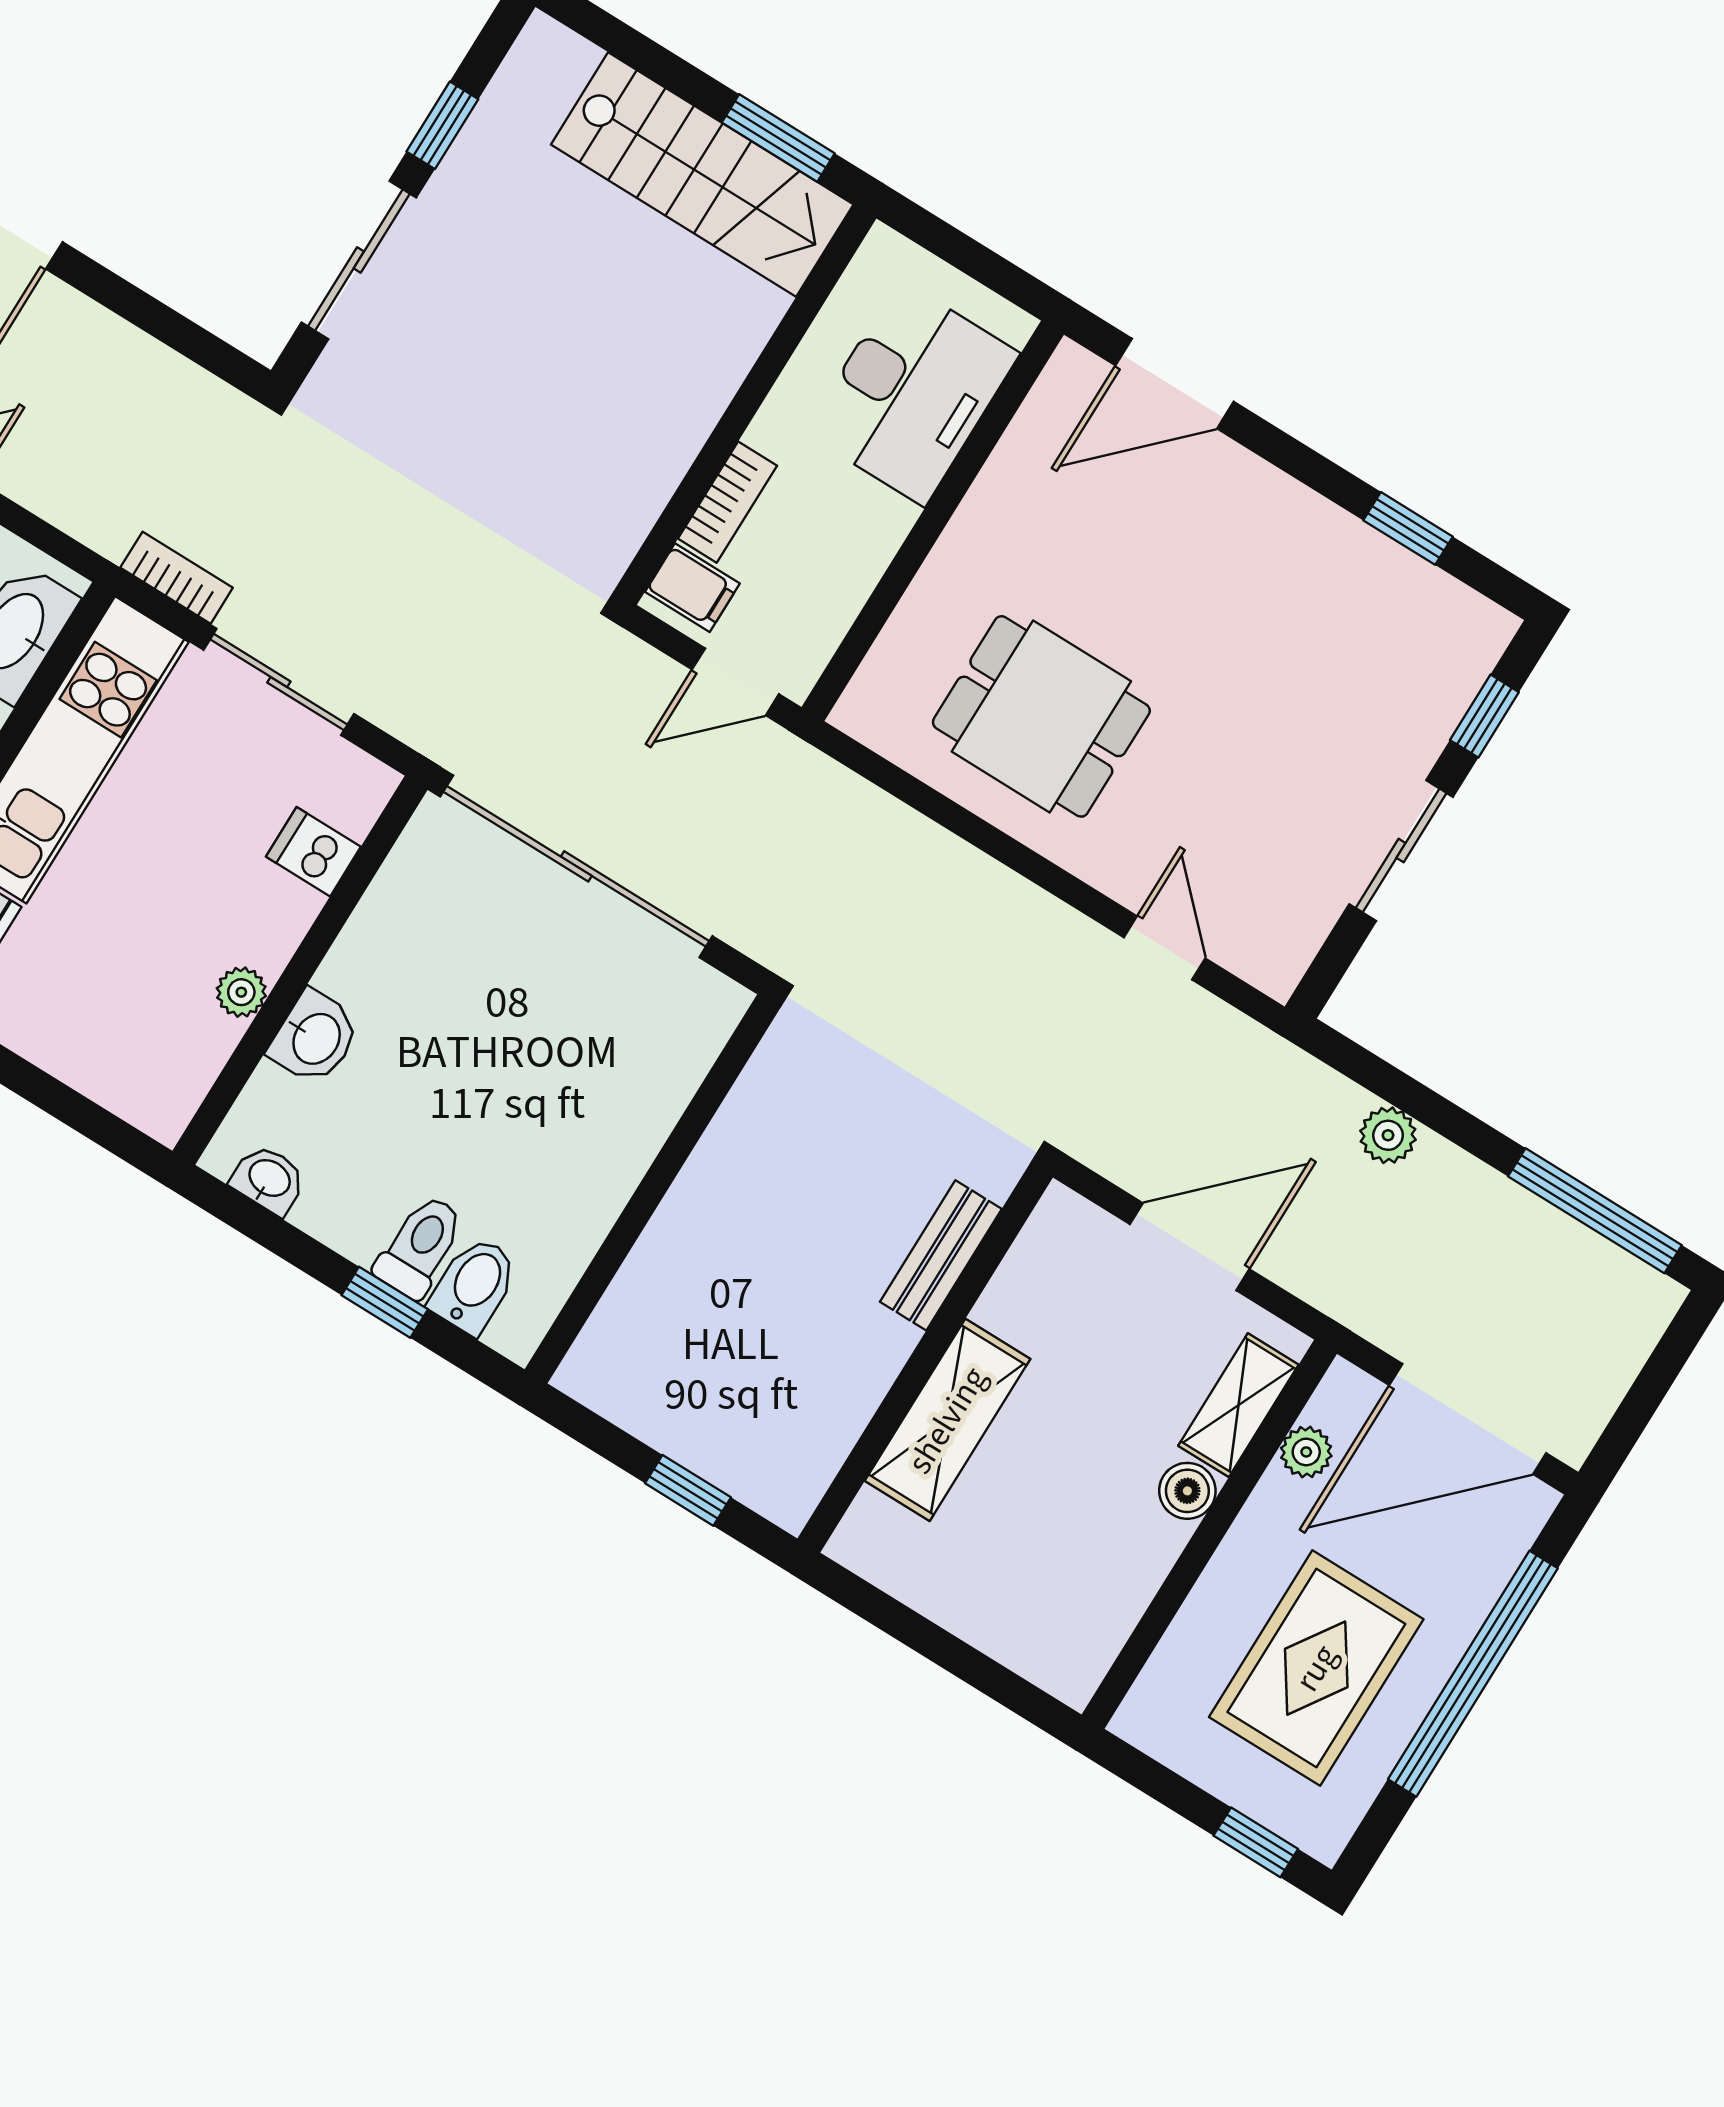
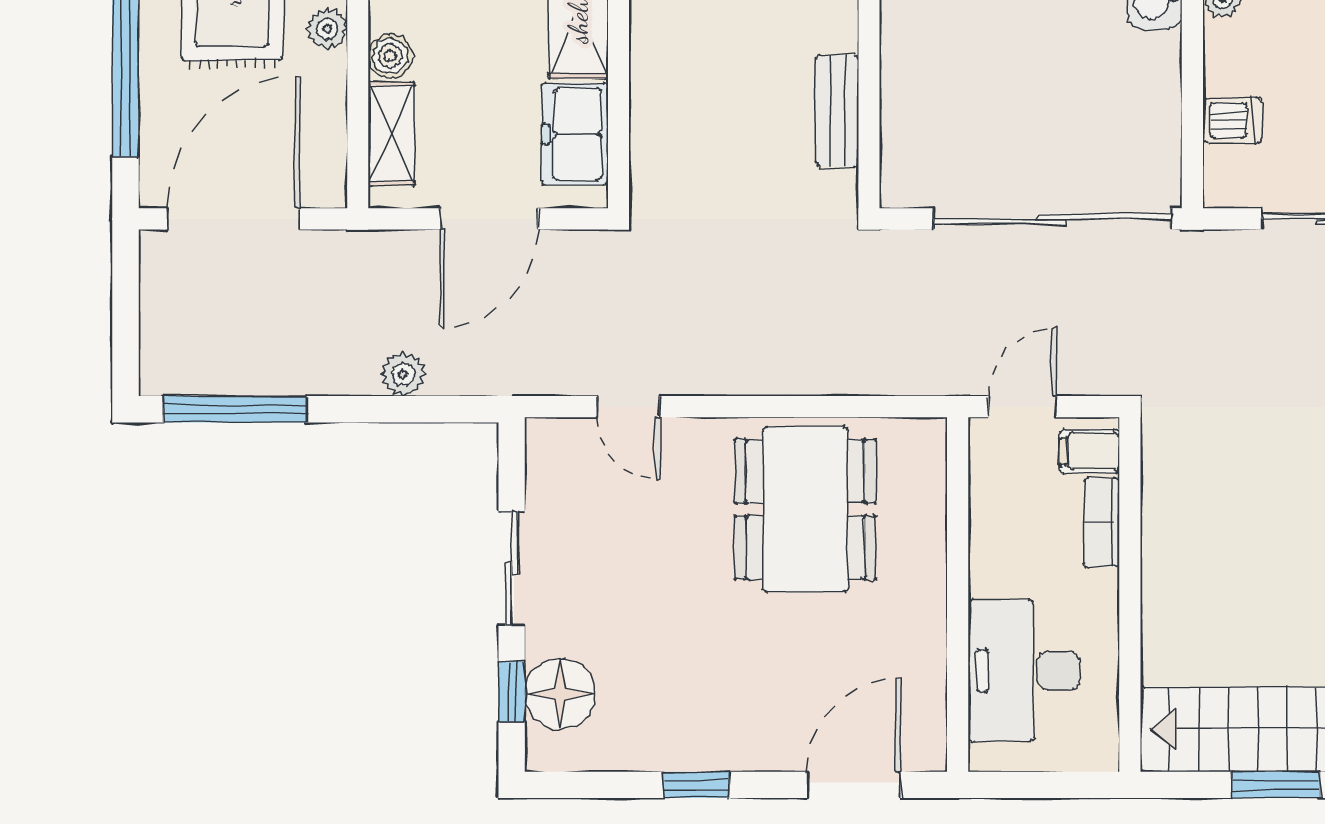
window: (778, 138) -> (1276, 785), moved
window: (1408, 528) -> (697, 785), moved
floor lamp: (1433, 681) -> (560, 694), added
dining table: (1041, 716) -> (805, 509), width x1.38
bench: (941, 1255) -> (837, 111), moved
freezer: (1039, 1281) -> (575, 134), added
plant: (1306, 1452) -> (327, 29), moved

